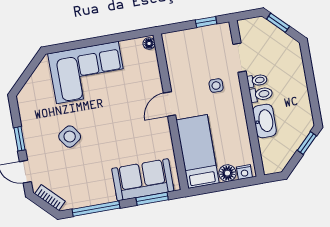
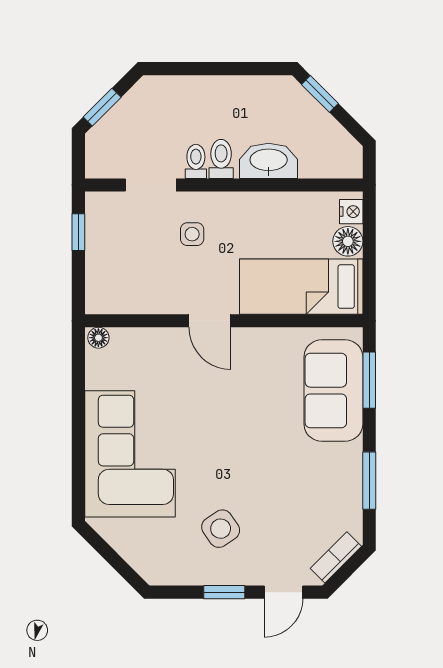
side table: (70, 137) -> (221, 529), moved
window: (96, 209) -> (369, 481), width x0.69

